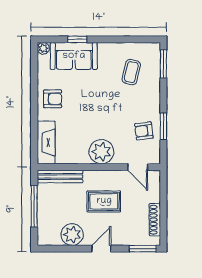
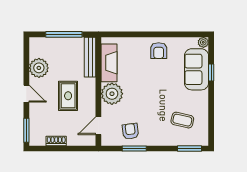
fireplace: (46, 142) -> (109, 63), moved, turned -90
shoe rack: (155, 220) -> (56, 141), width x0.70

